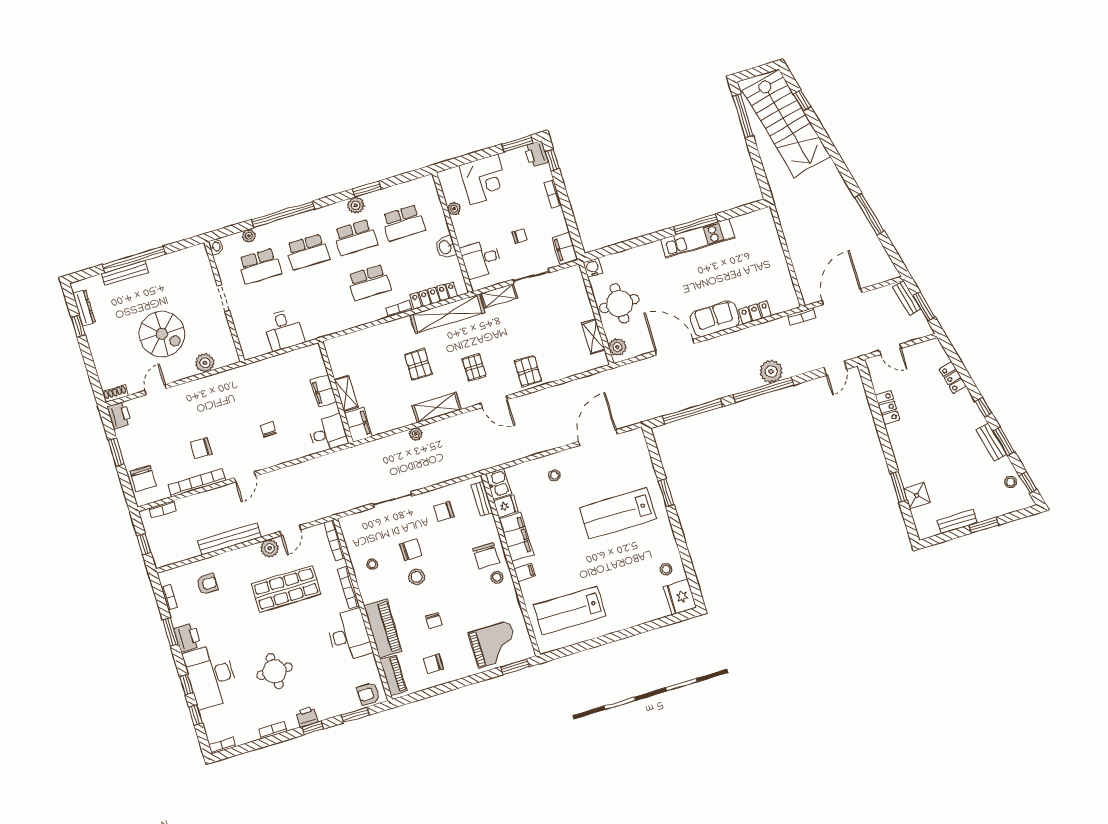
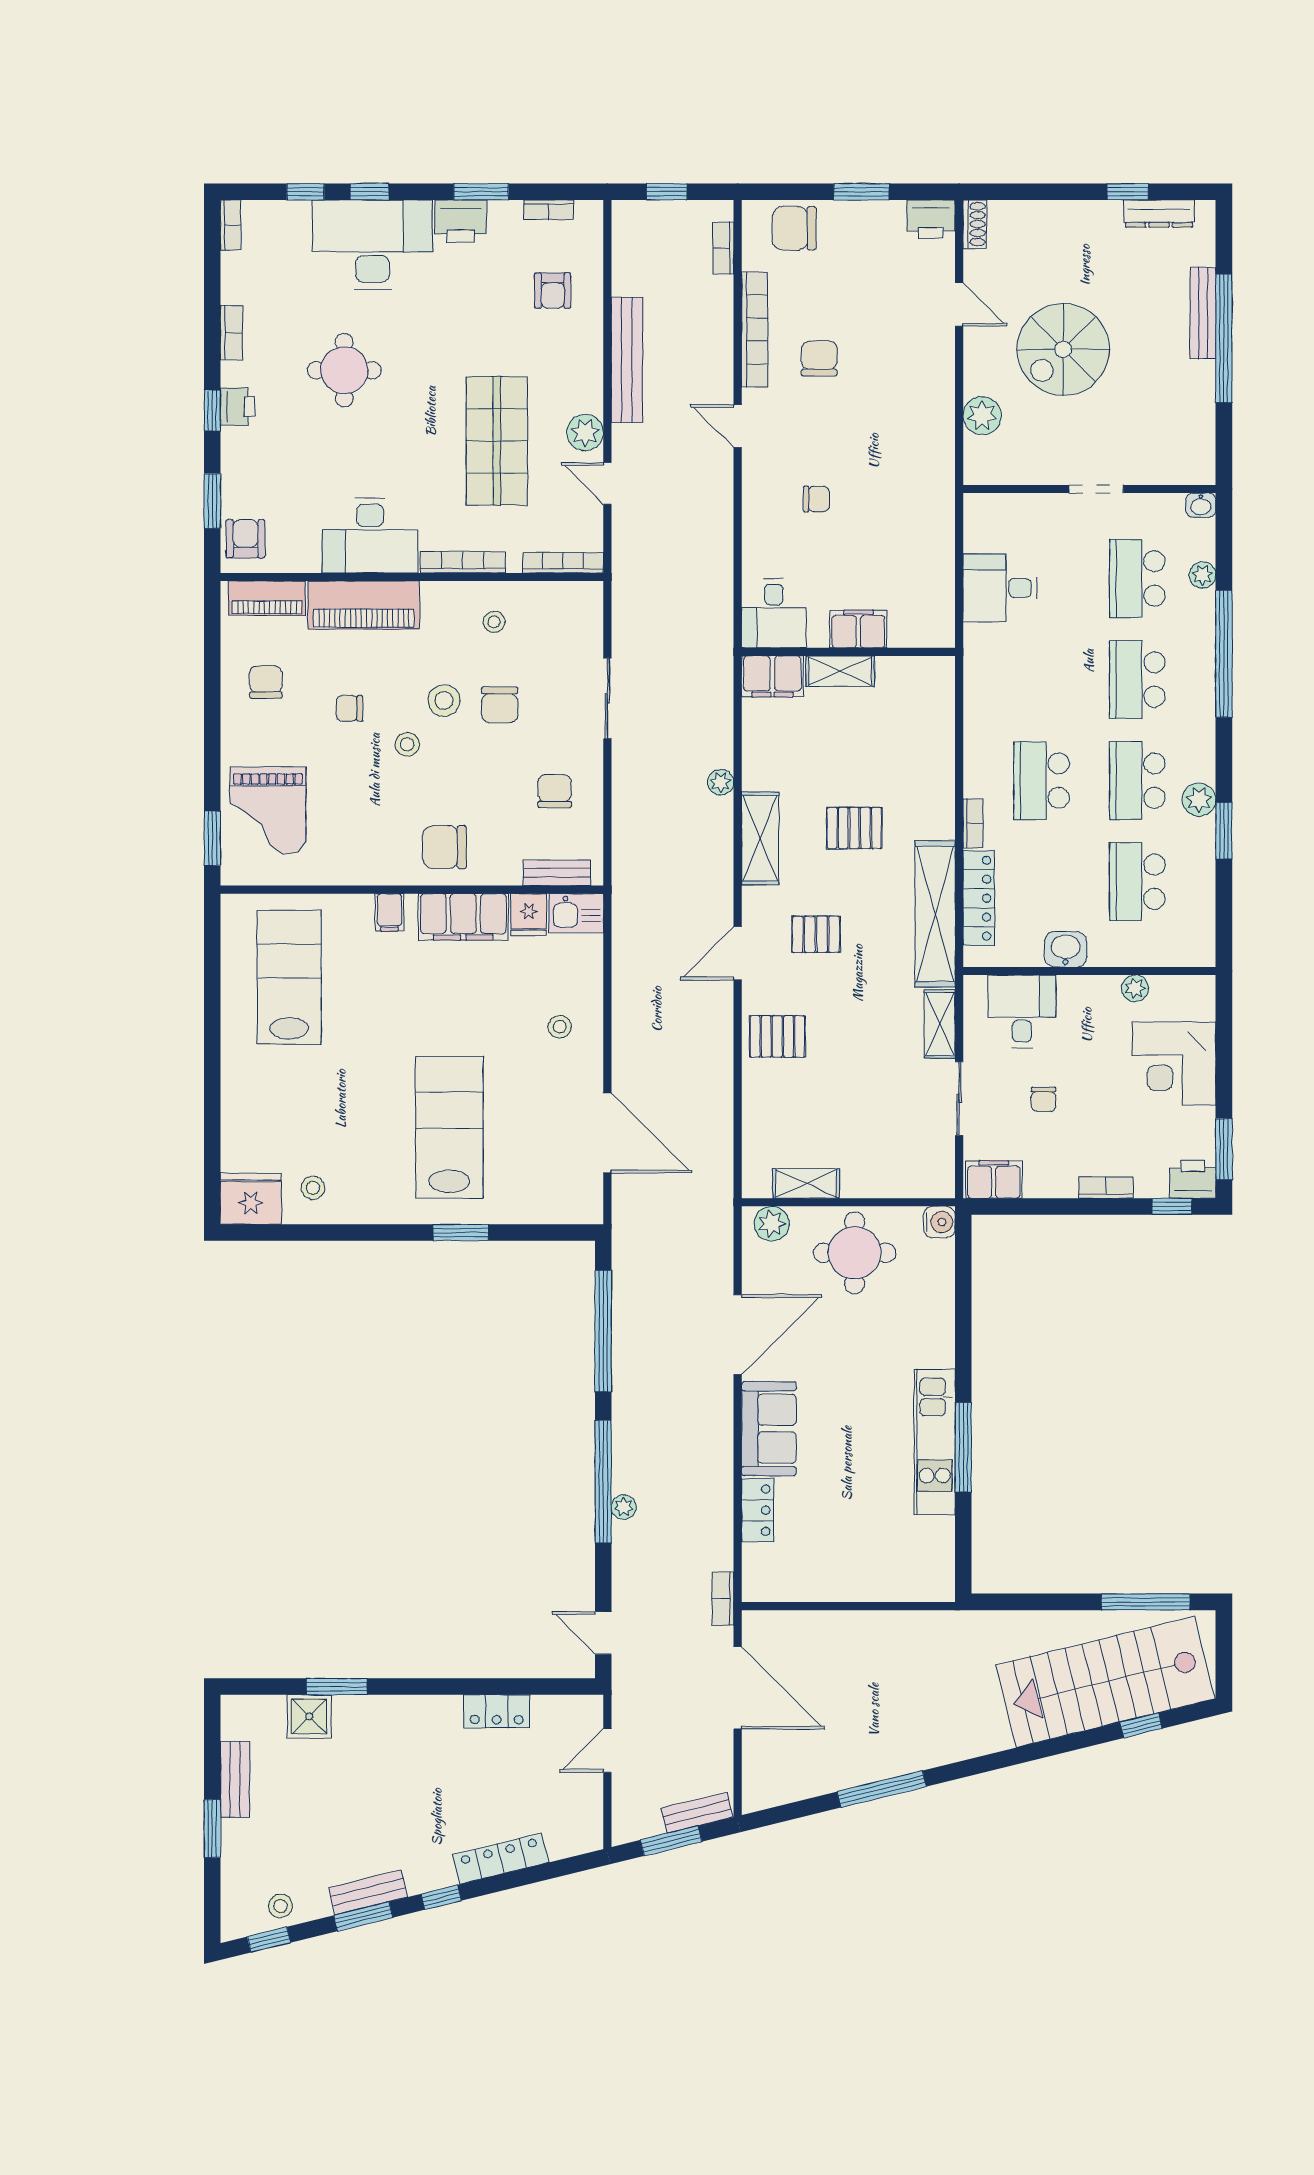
plant: (771, 371) -> (624, 1507), width x0.53, depth x0.53
locker: (953, 378) -> (501, 1859), width x1.53
stool: (497, 577) -> (407, 744), moved

